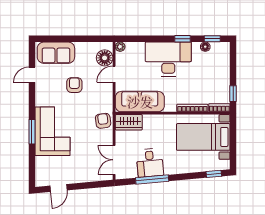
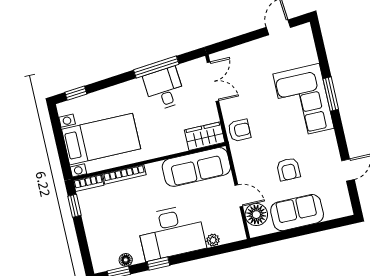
plant: (120, 47) -> (213, 240), moved
sofa: (56, 53) -> (297, 213), moved
door: (114, 74) -> (239, 196), hinge flipped
armchair: (103, 121) -> (239, 130), turned -82

